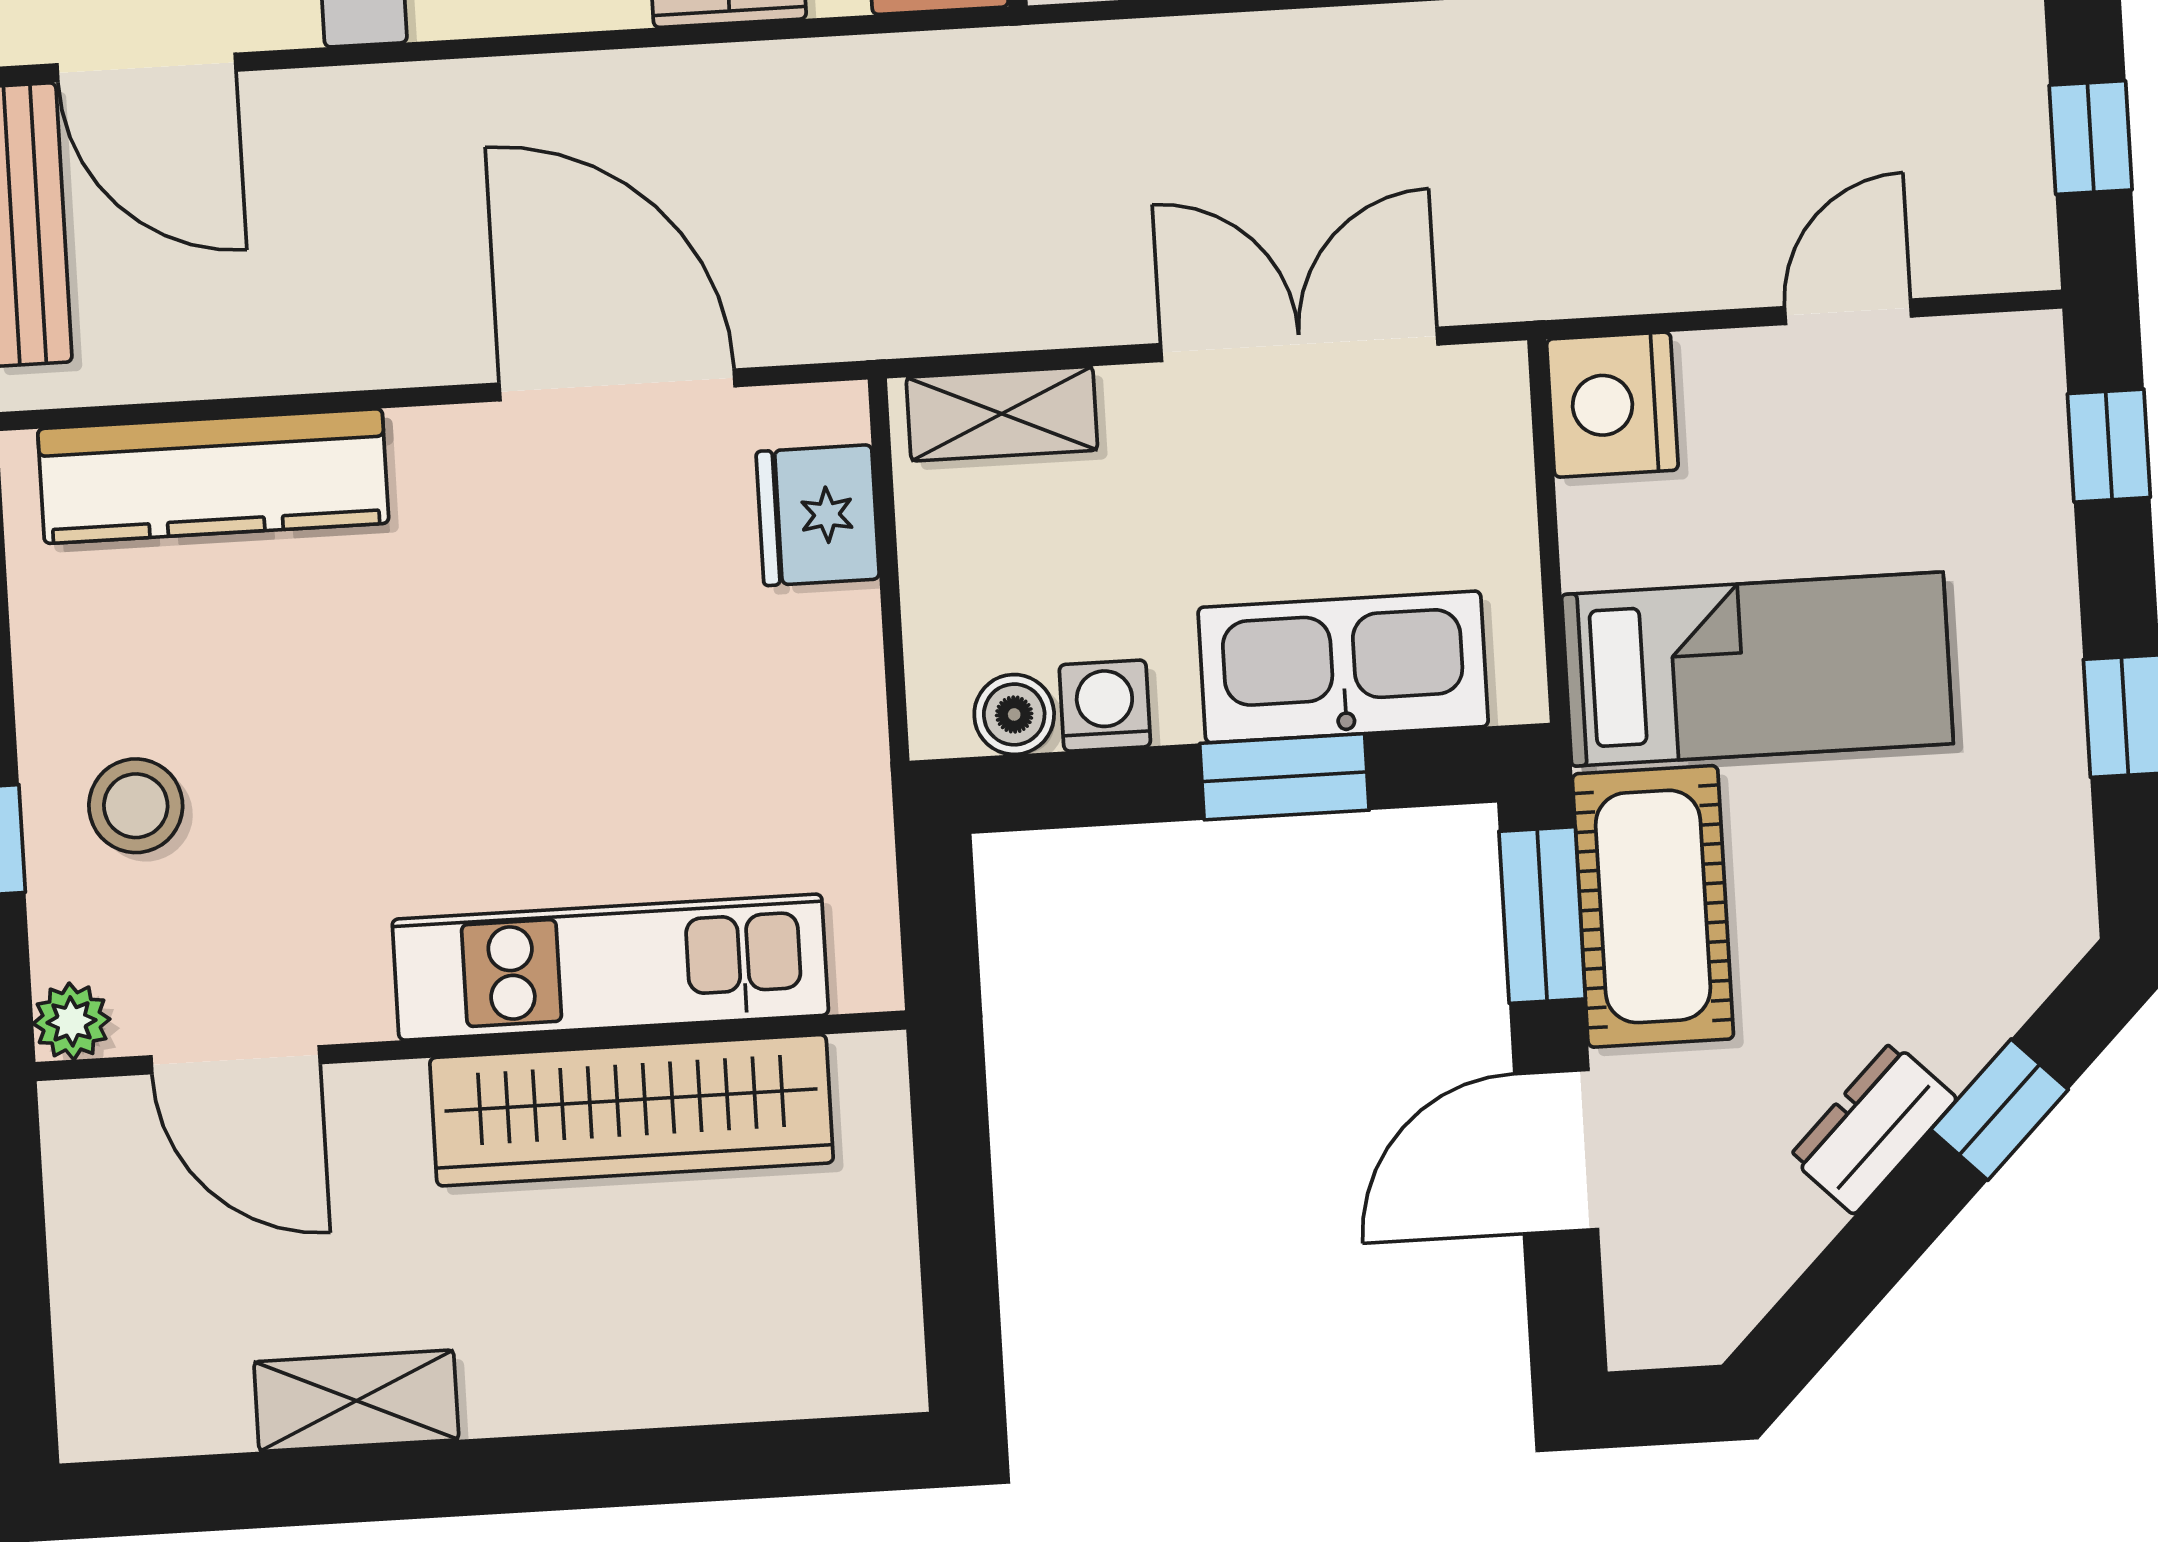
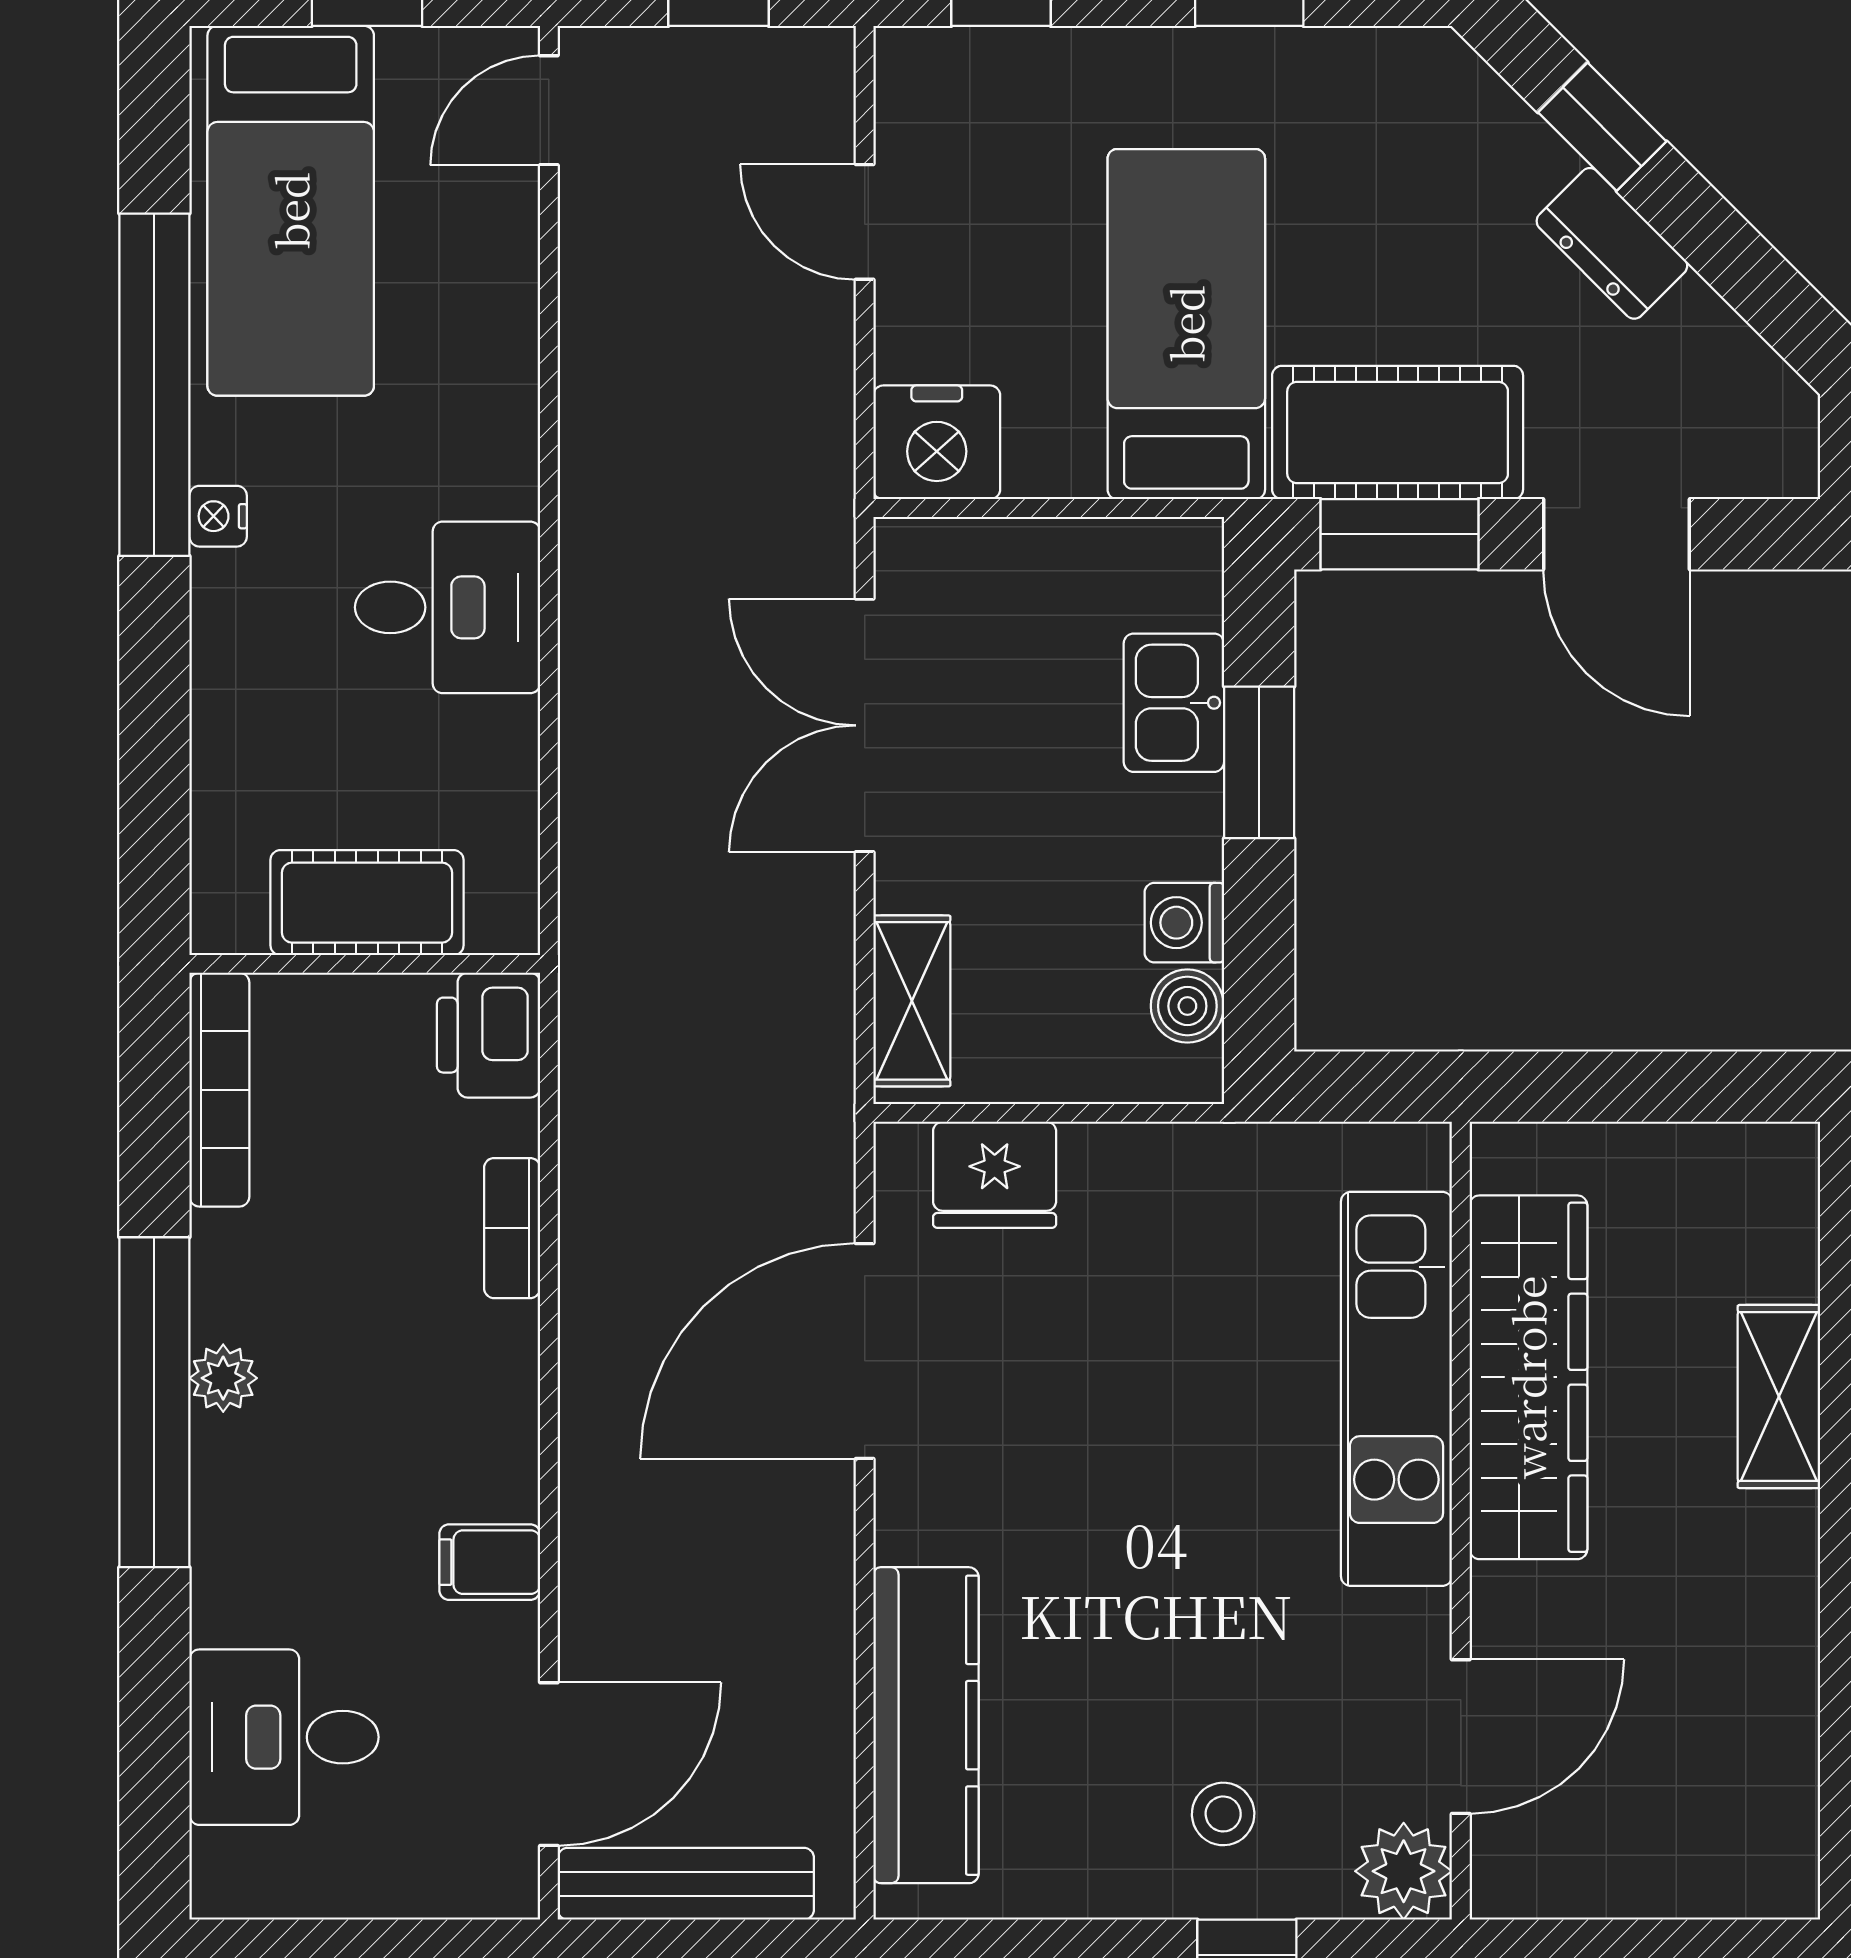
kitchen sink: (1343, 667) -> (1174, 703), width x0.53, depth x0.81
stool: (136, 806) -> (1223, 1814), width x0.73, depth x0.73
plant: (72, 1021) -> (1404, 1871), width x1.38, depth x1.38
shelving: (356, 1401) -> (1779, 1397), moved

